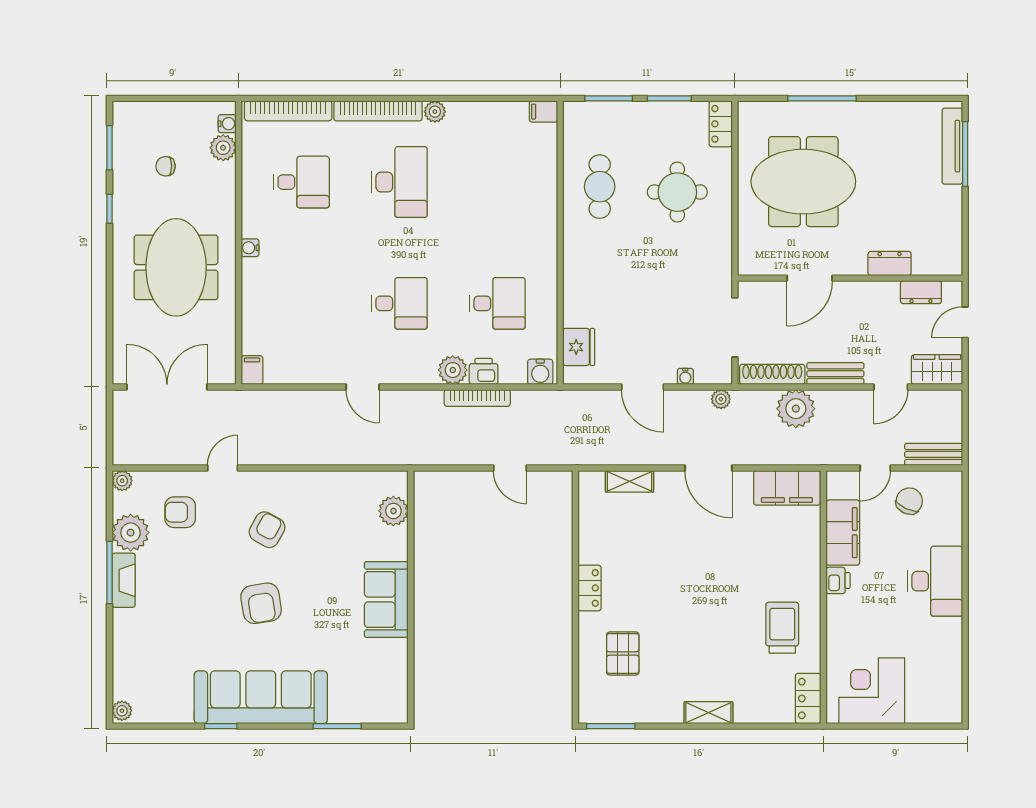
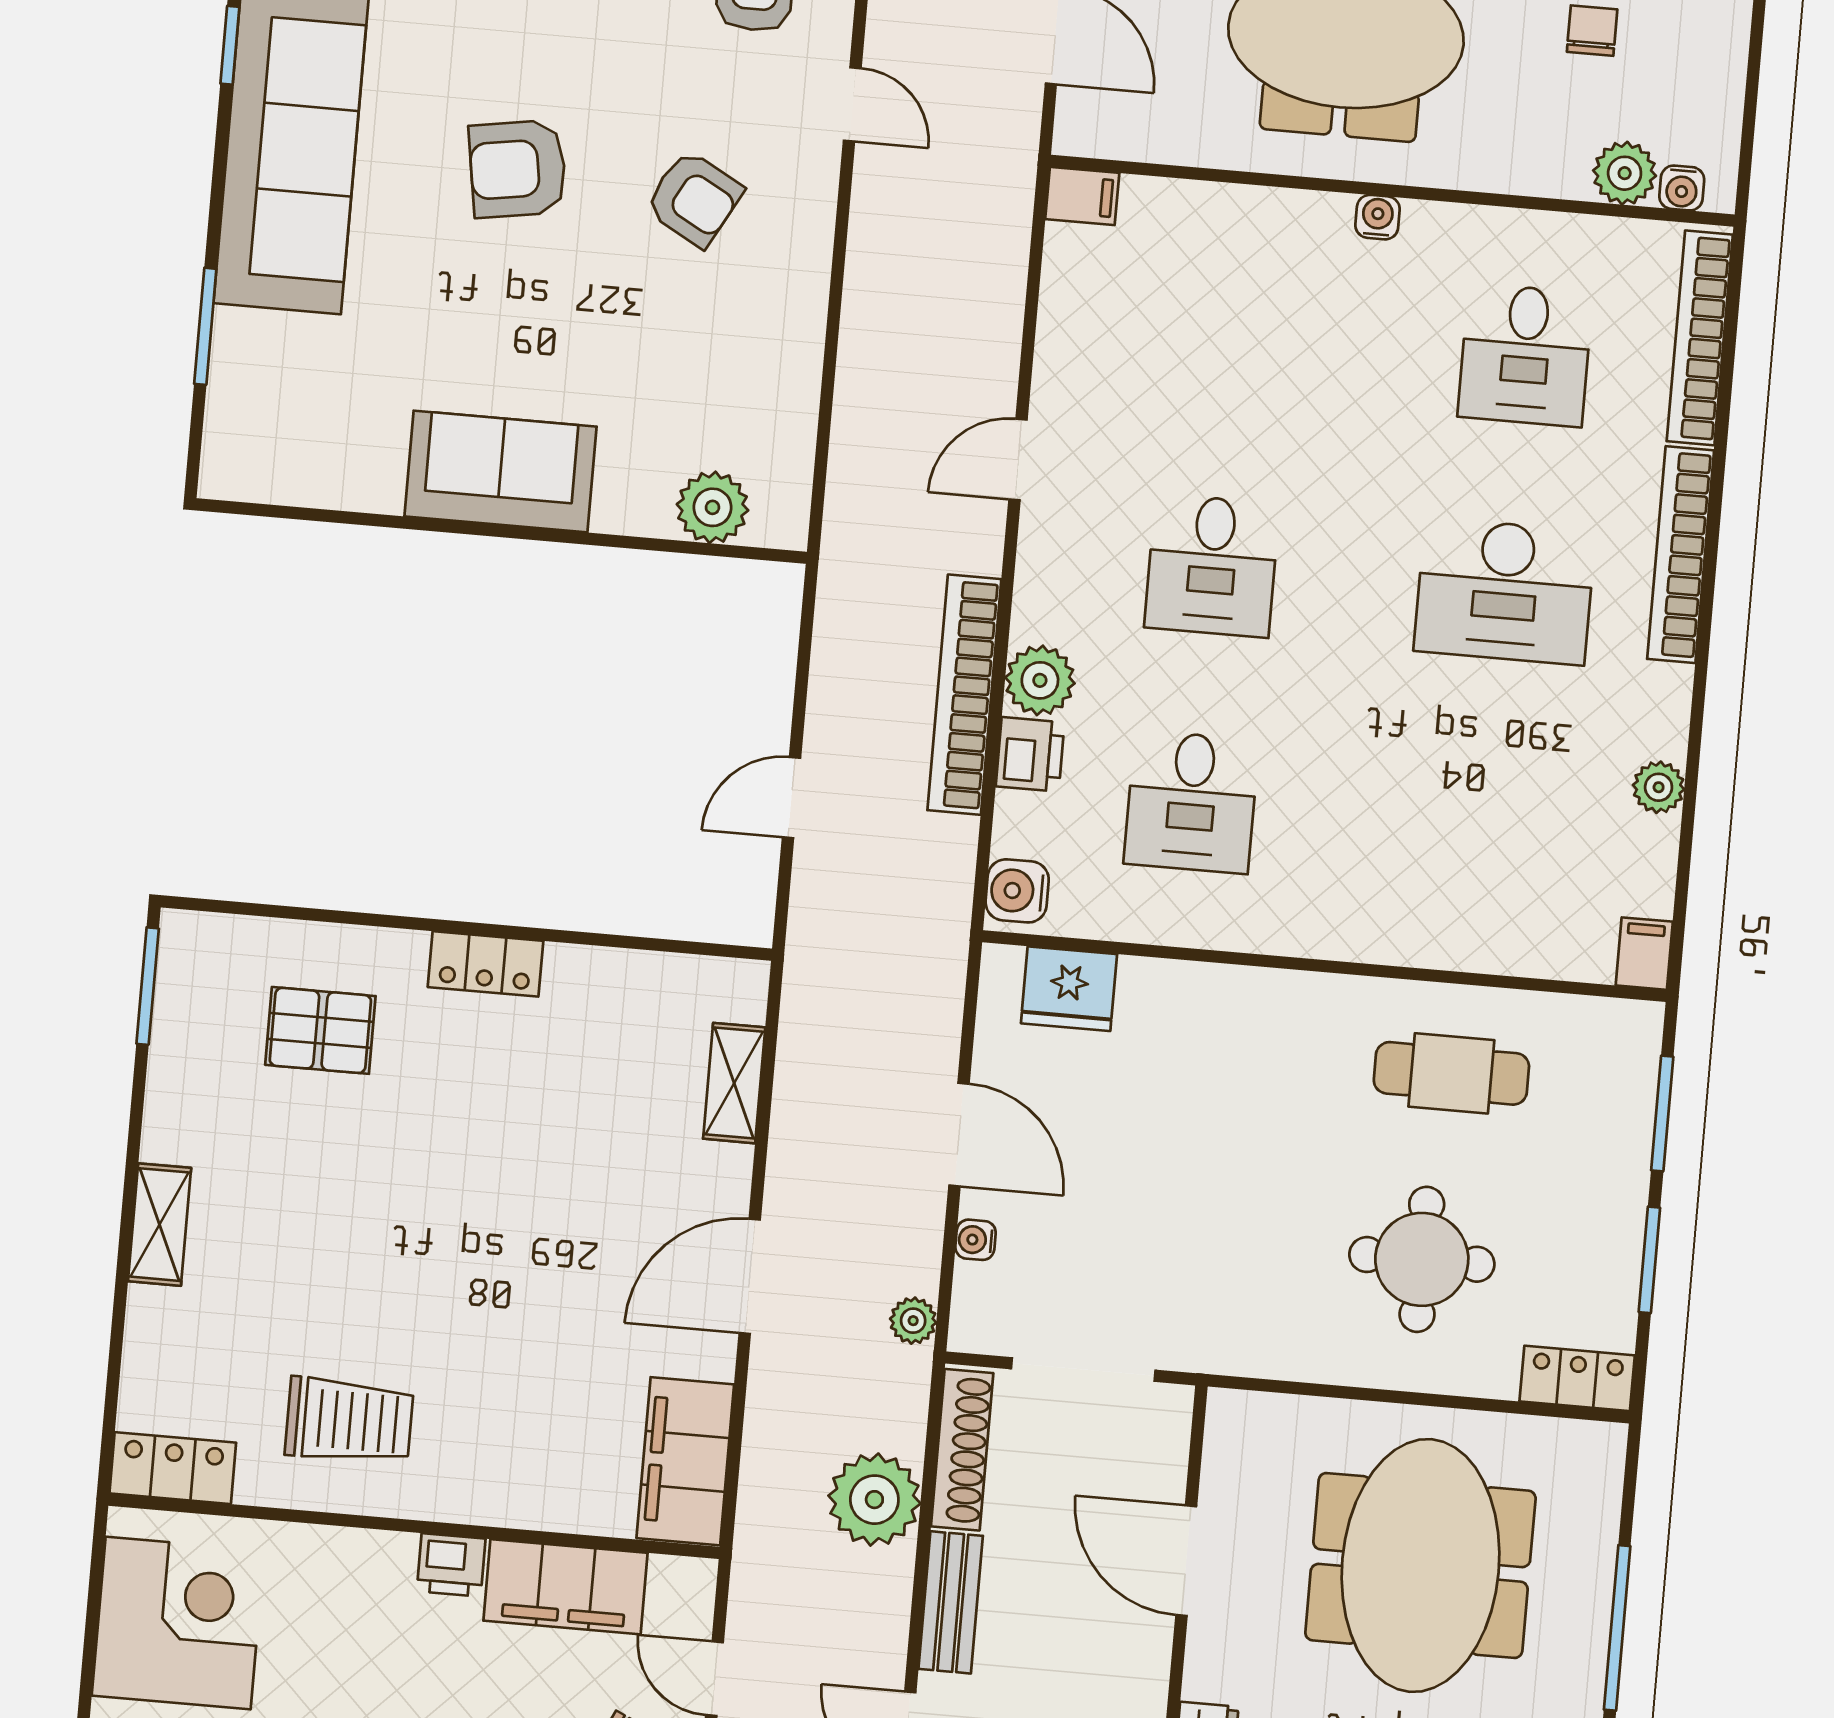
plant: (435, 112) -> (1659, 787), moved
door: (643, 387) -> (959, 1135), swing flipped
bookcase: (477, 398) -> (964, 695), width x1.48, depth x1.31

